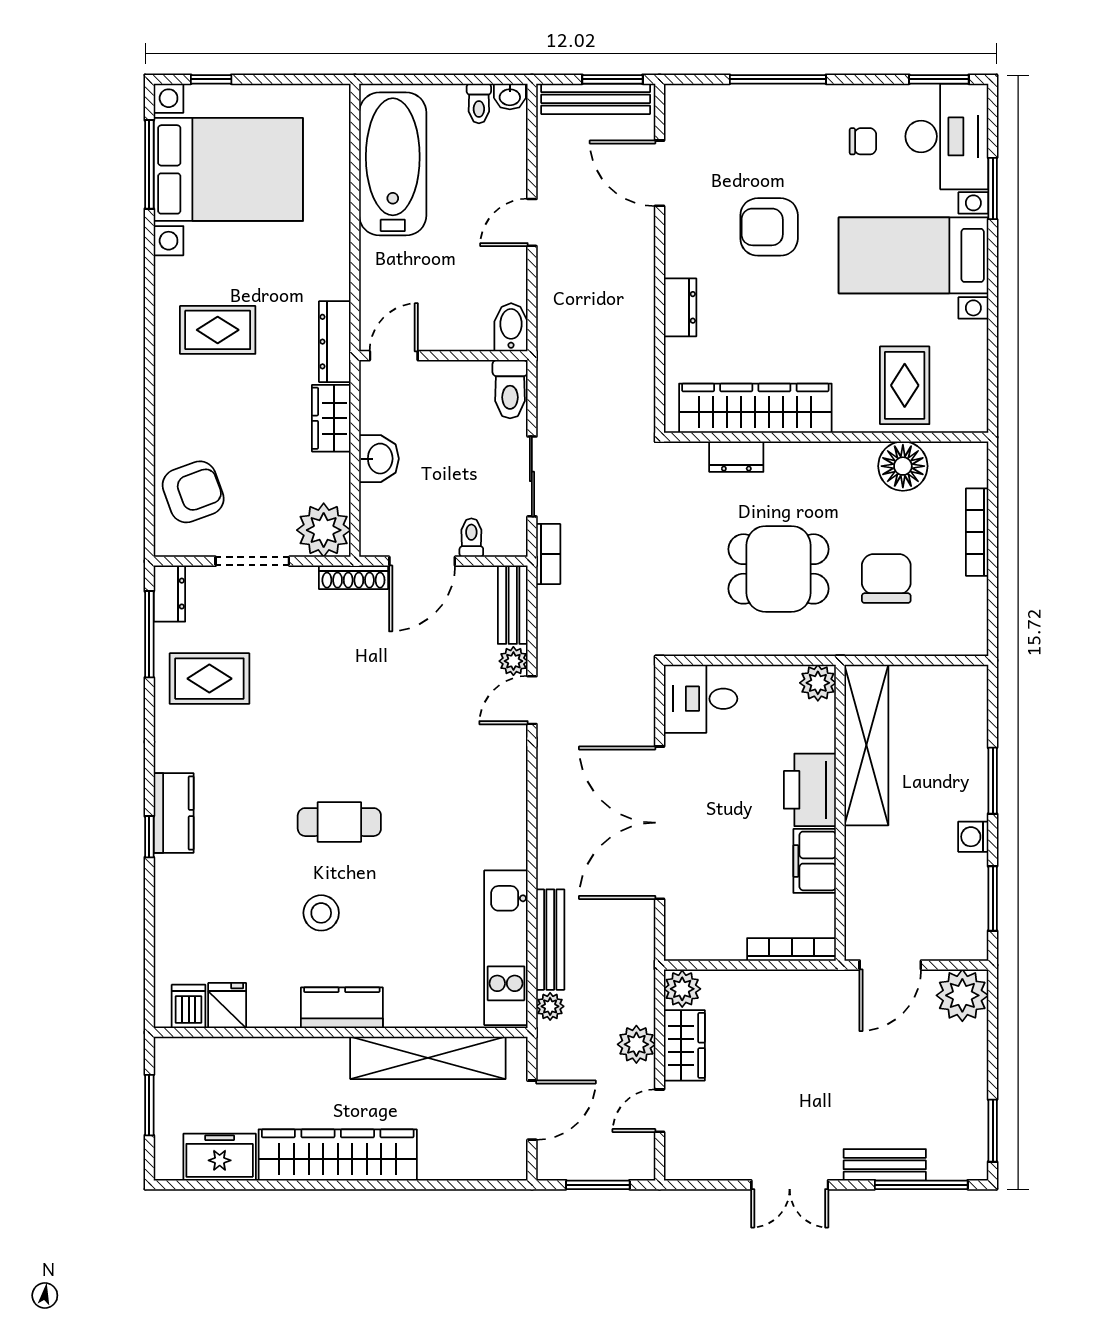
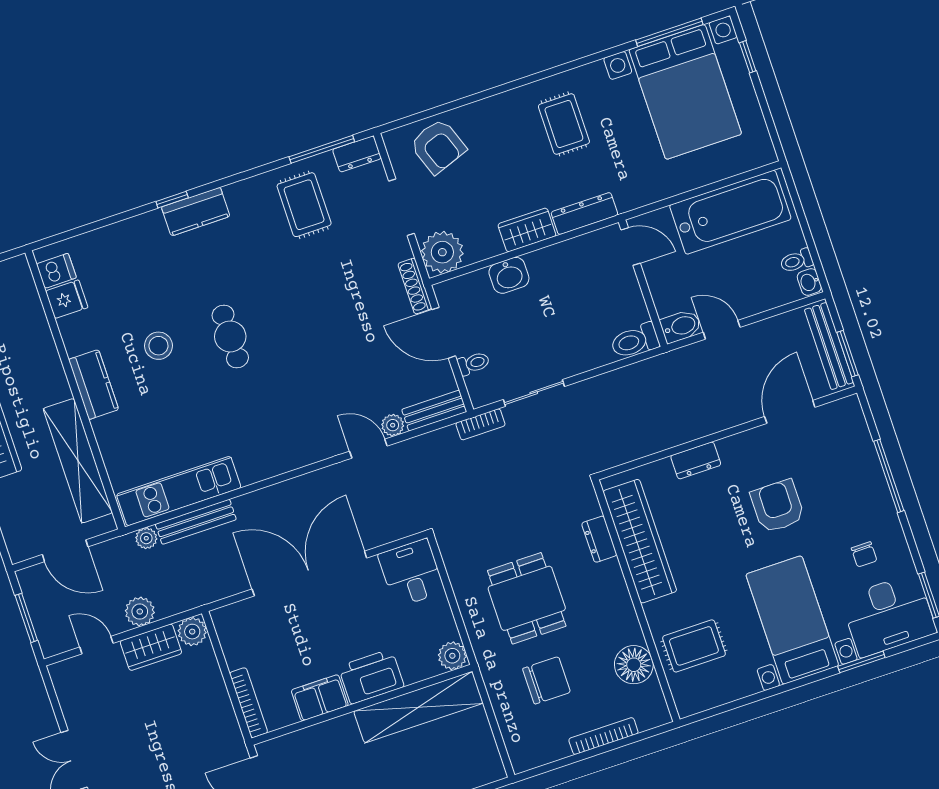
bidet: (511, 327) -> (681, 326), moved
door: (394, 356) -> (631, 247), moved
wall: (443, 356) -> (643, 283), moved
toilet: (510, 389) -> (635, 341), moved

